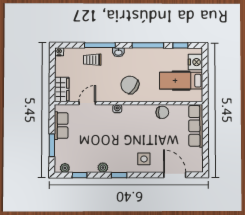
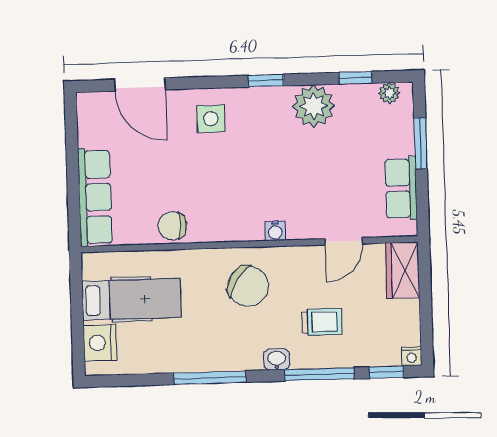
window: (180, 45) -> (386, 372), moved
trolley: (92, 60) -> (322, 322), moved
plant: (103, 168) -> (314, 106), width x1.88, depth x1.88

